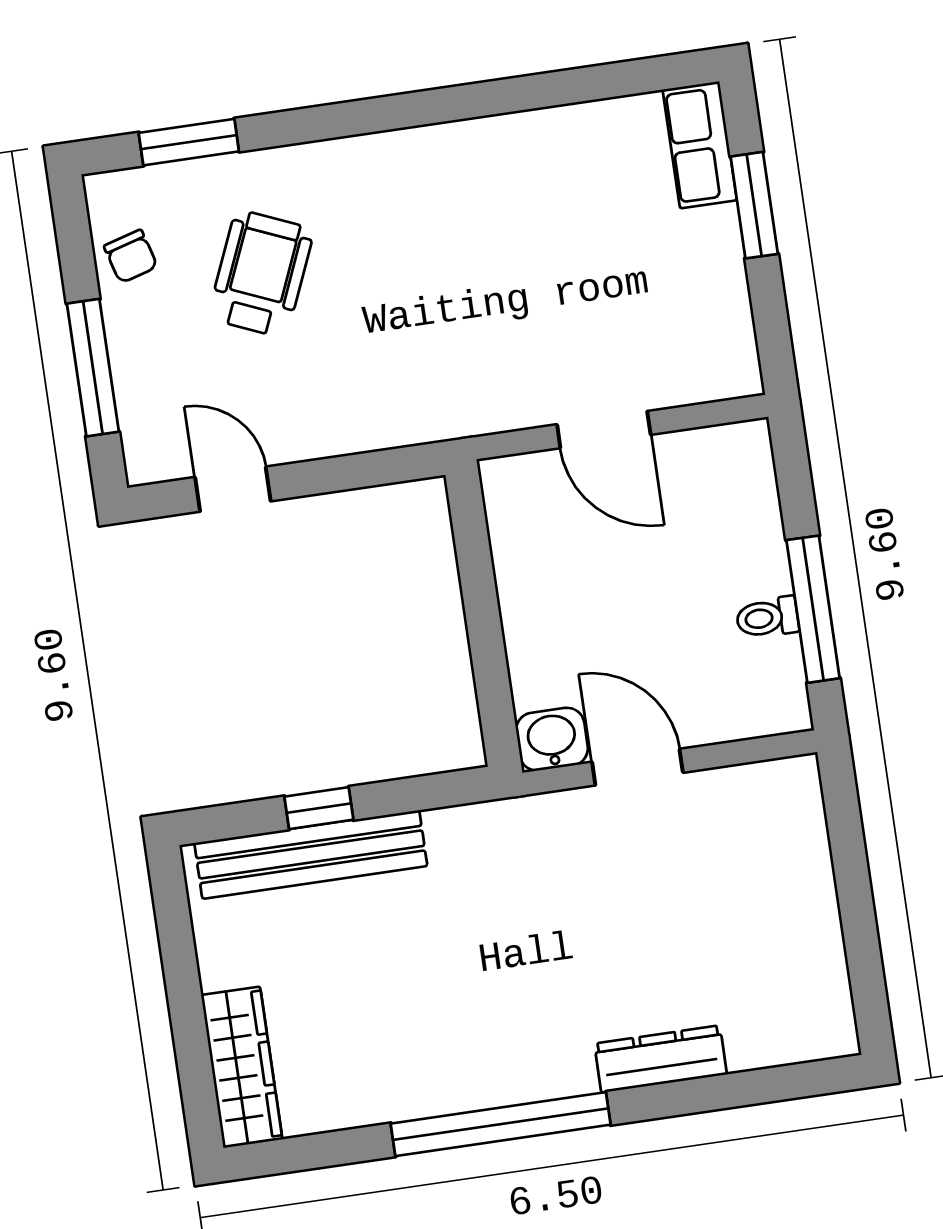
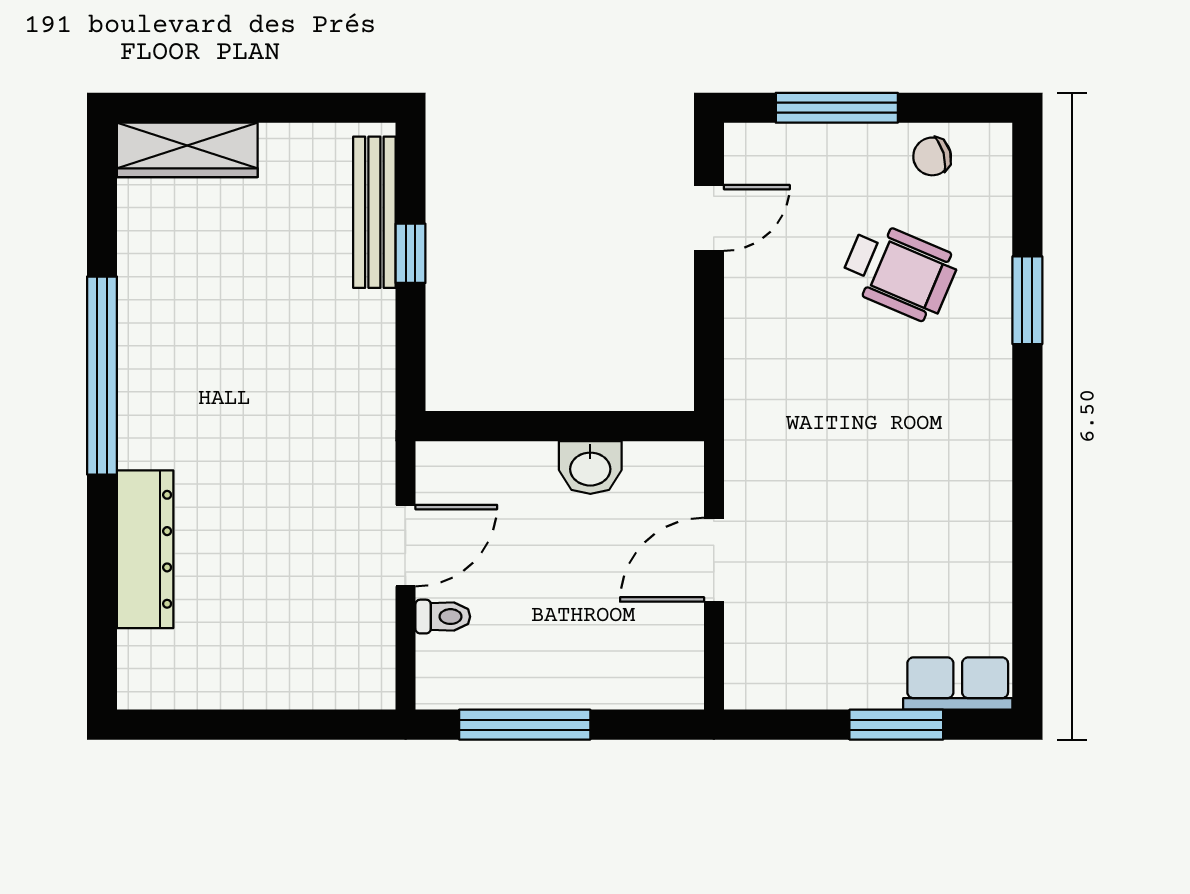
window: (189, 142) -> (1027, 300), moved
toilet: (767, 618) -> (443, 617), moved, turned 90
washbasin: (552, 739) -> (590, 468), moved, turned 90
bench: (311, 854) -> (374, 212), width x0.73, depth x0.82
dresser: (661, 1059) -> (145, 549), width x1.37, depth x1.24

